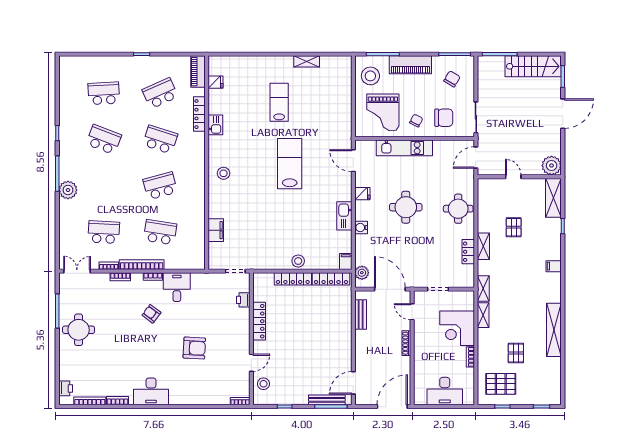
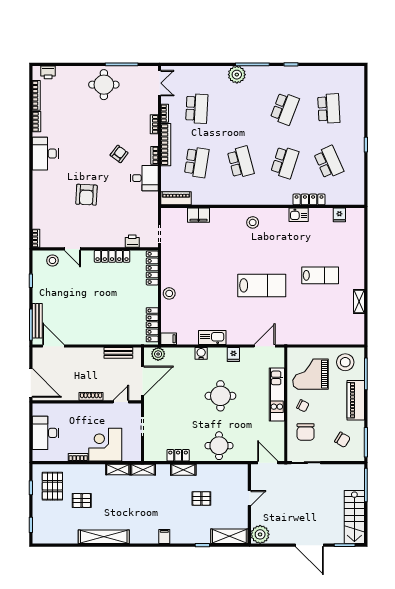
piano: (198, 72) -> (176, 198), moved
locker: (293, 279) -> (152, 268), moved

